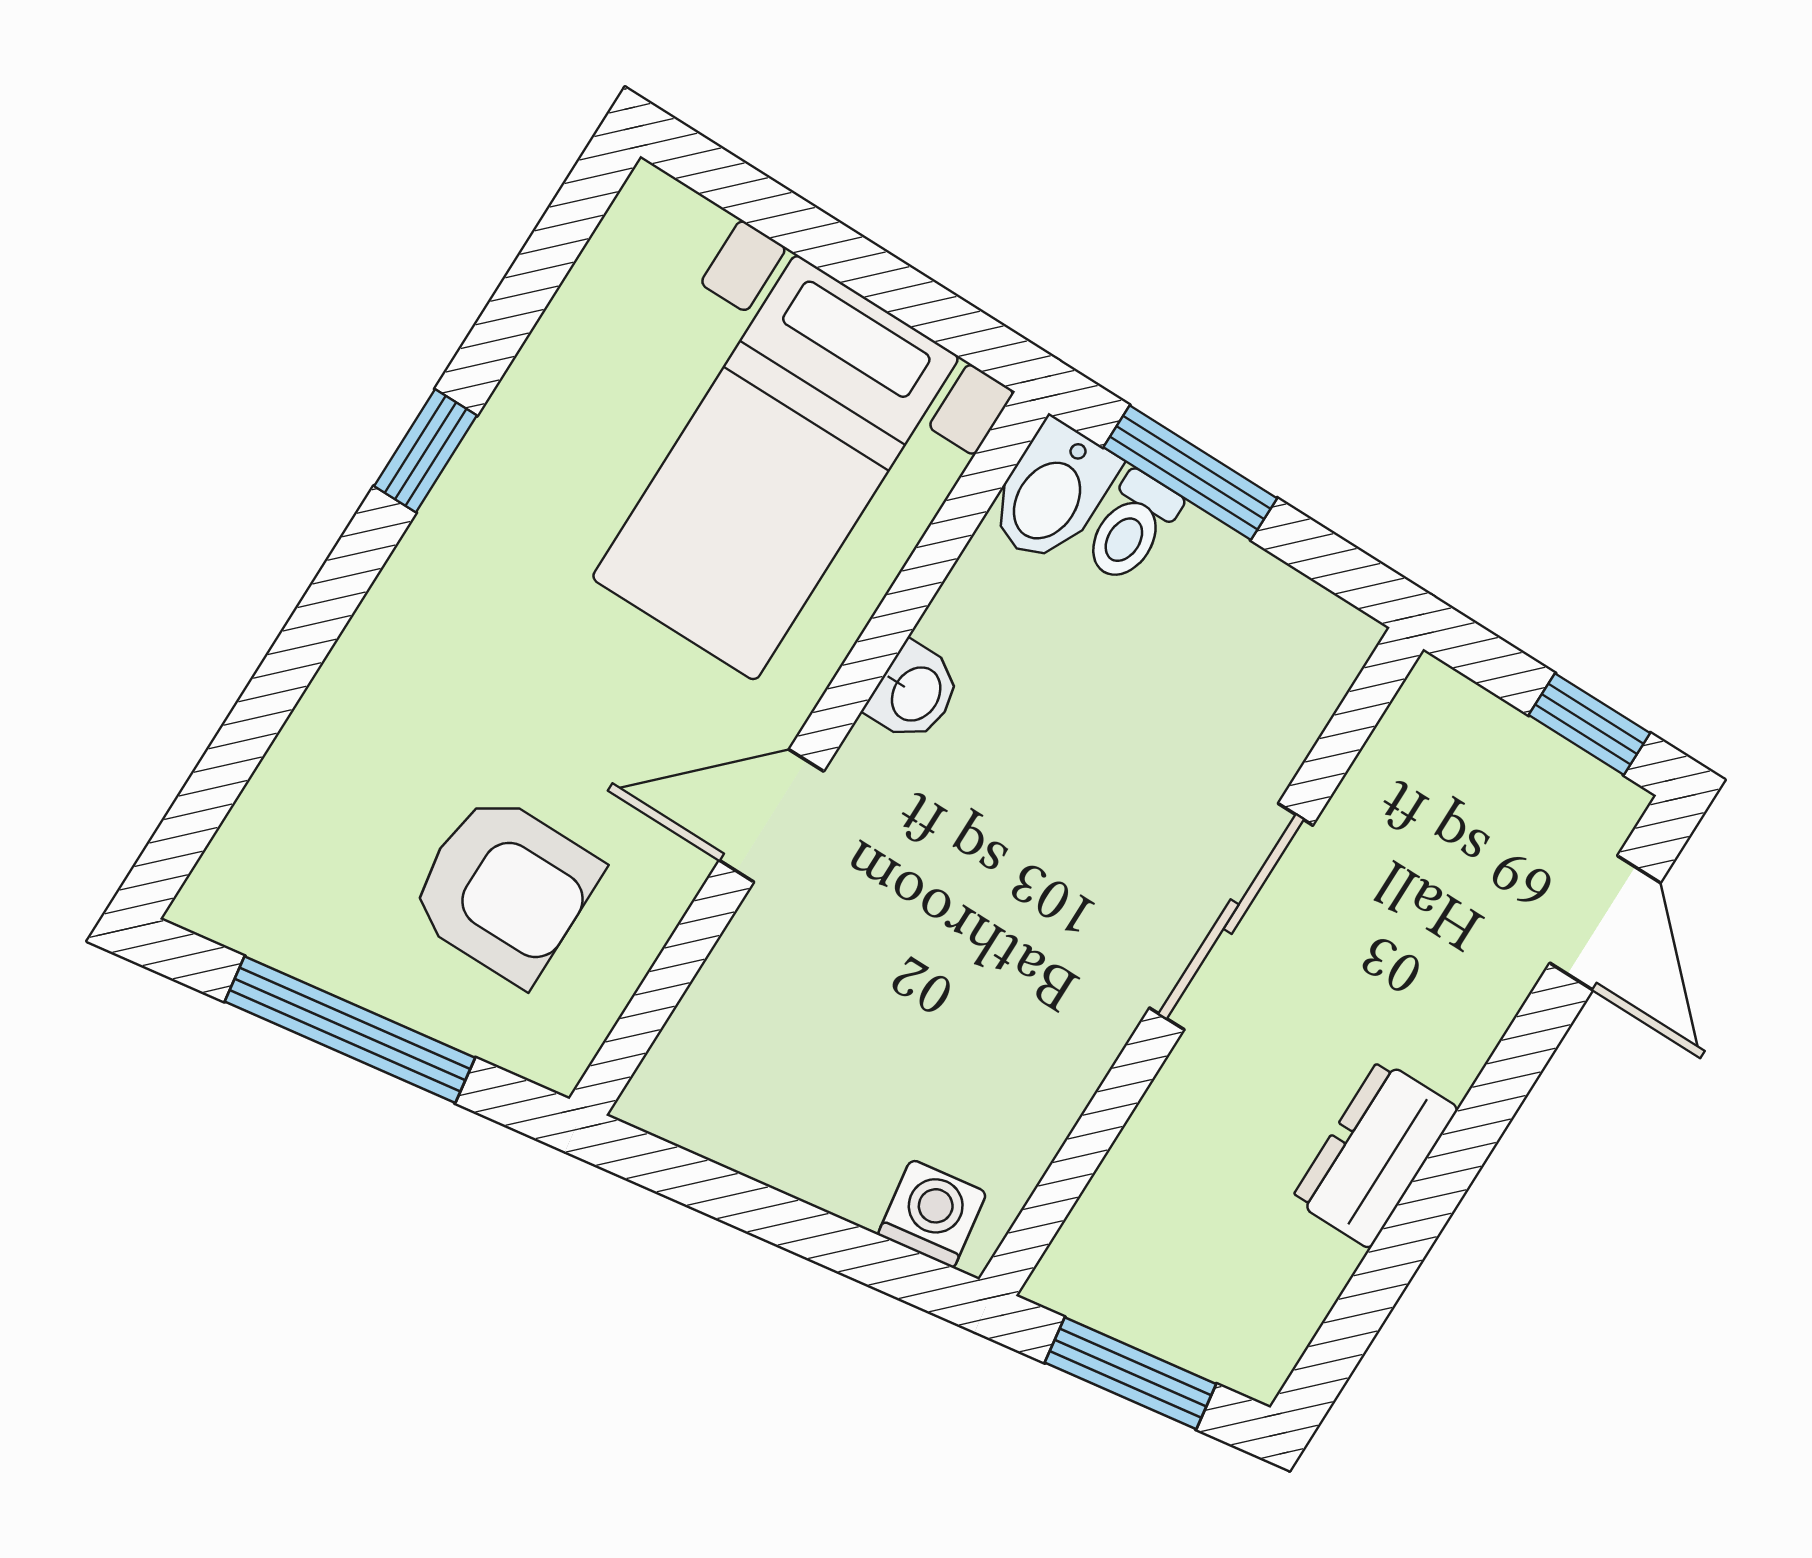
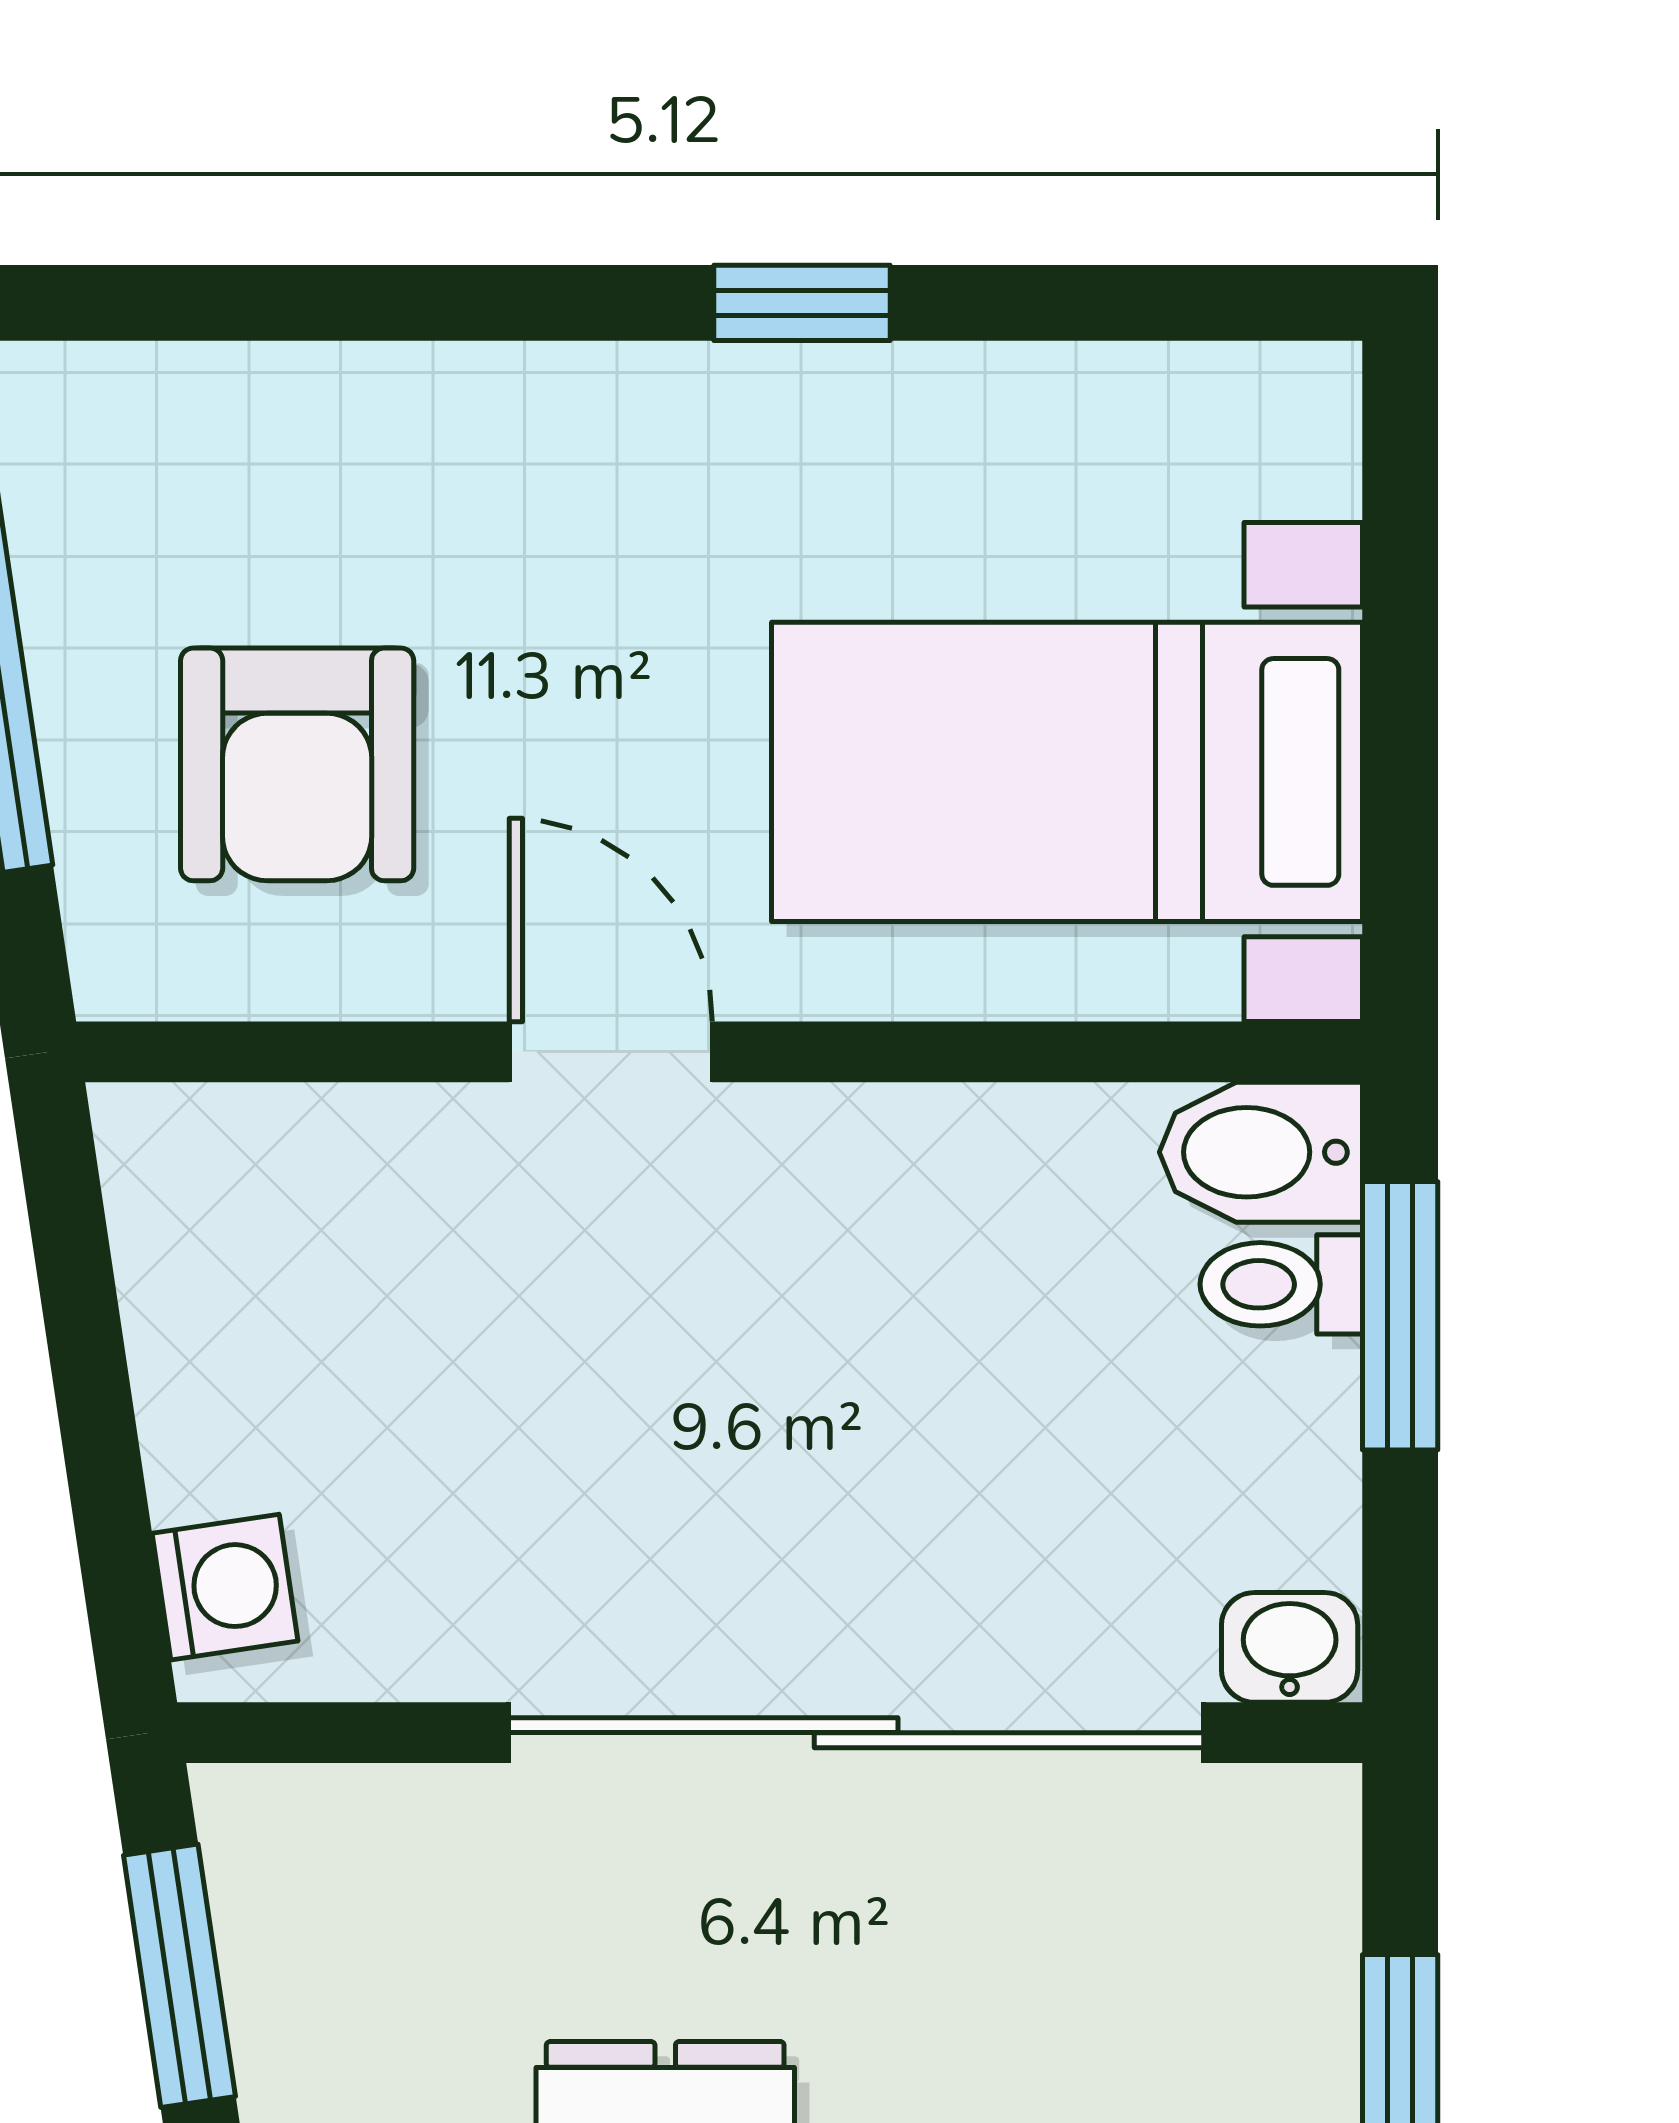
washbasin: (914, 693) -> (1290, 1647), moved, turned 180
sliding door: (1231, 917) -> (856, 1733), width x1.86

